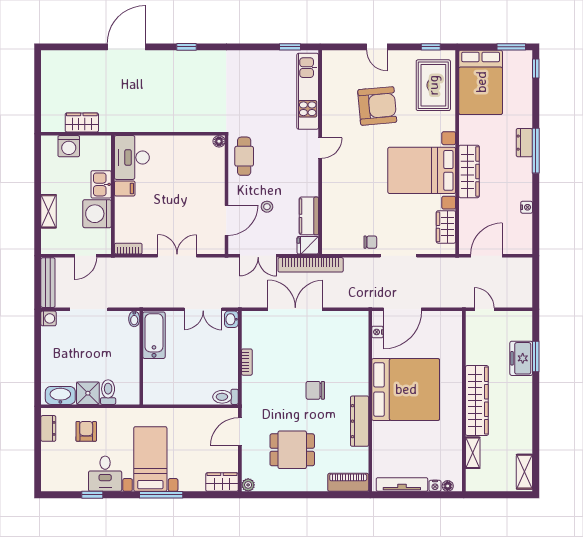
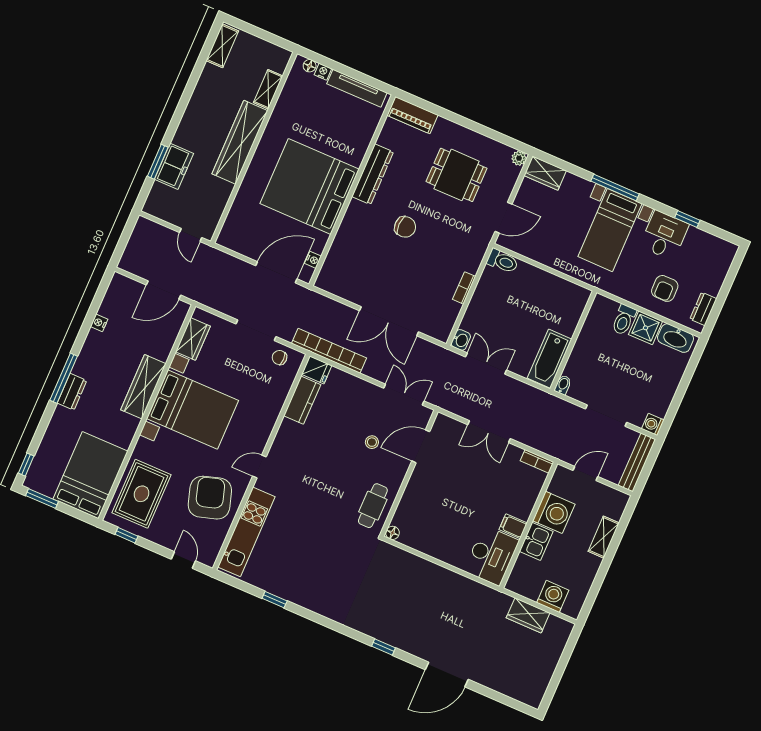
kitchen unit: (308, 91) -> (246, 532), moved
armchair: (377, 106) -> (210, 498), turned 78
door: (320, 148) -> (259, 466), moved
wall: (320, 152) -> (261, 462), moved
kitchen counter: (309, 216) -> (302, 400), moved
fridge: (308, 245) -> (317, 370), moved
bookcase: (311, 265) -> (329, 351), moved

